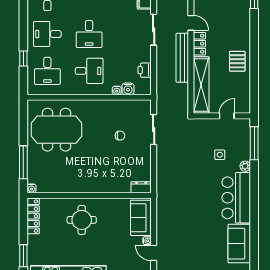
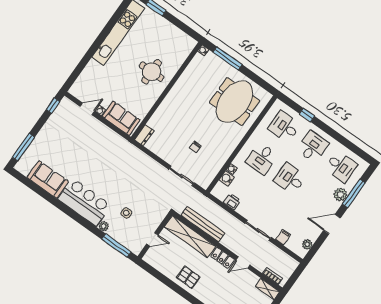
bench: (182, 58) -> (203, 224), moved
door: (227, 116) -> (152, 239), hinge flipped
locker: (33, 216) -> (181, 37), removed

